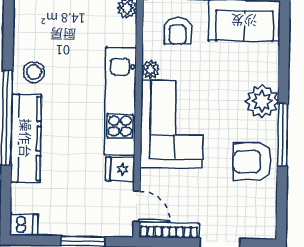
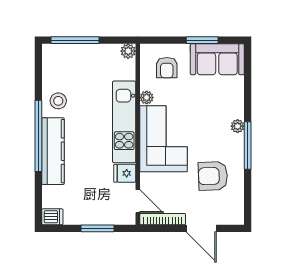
plant: (262, 101) -> (238, 126), width x0.53, depth x0.53
armchair: (252, 162) -> (213, 176), moved

